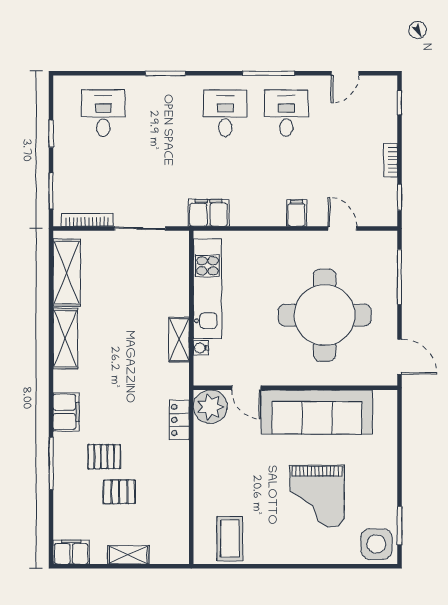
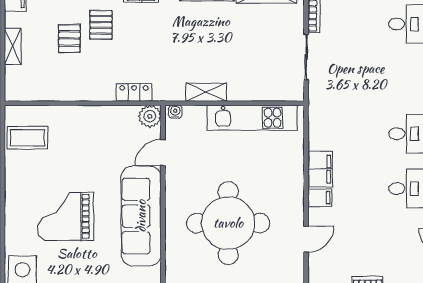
filing cabinet: (209, 213) -> (320, 169), moved
water cooler: (201, 348) -> (175, 112), moved
plant: (210, 407) -> (150, 116), width x0.73, depth x0.73

